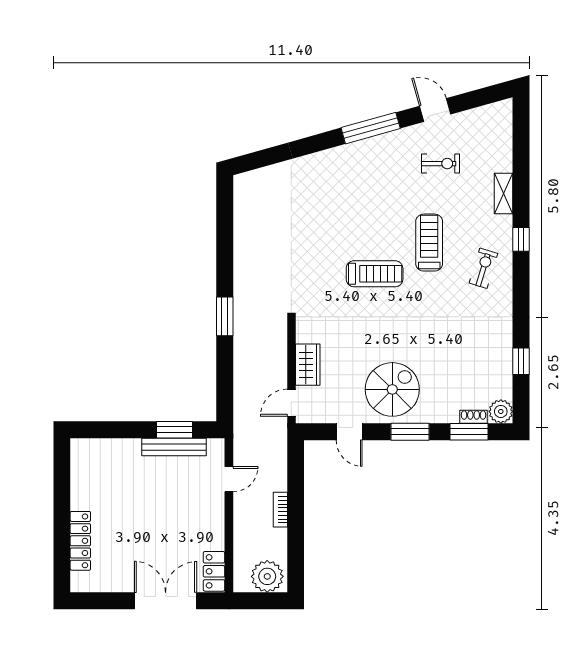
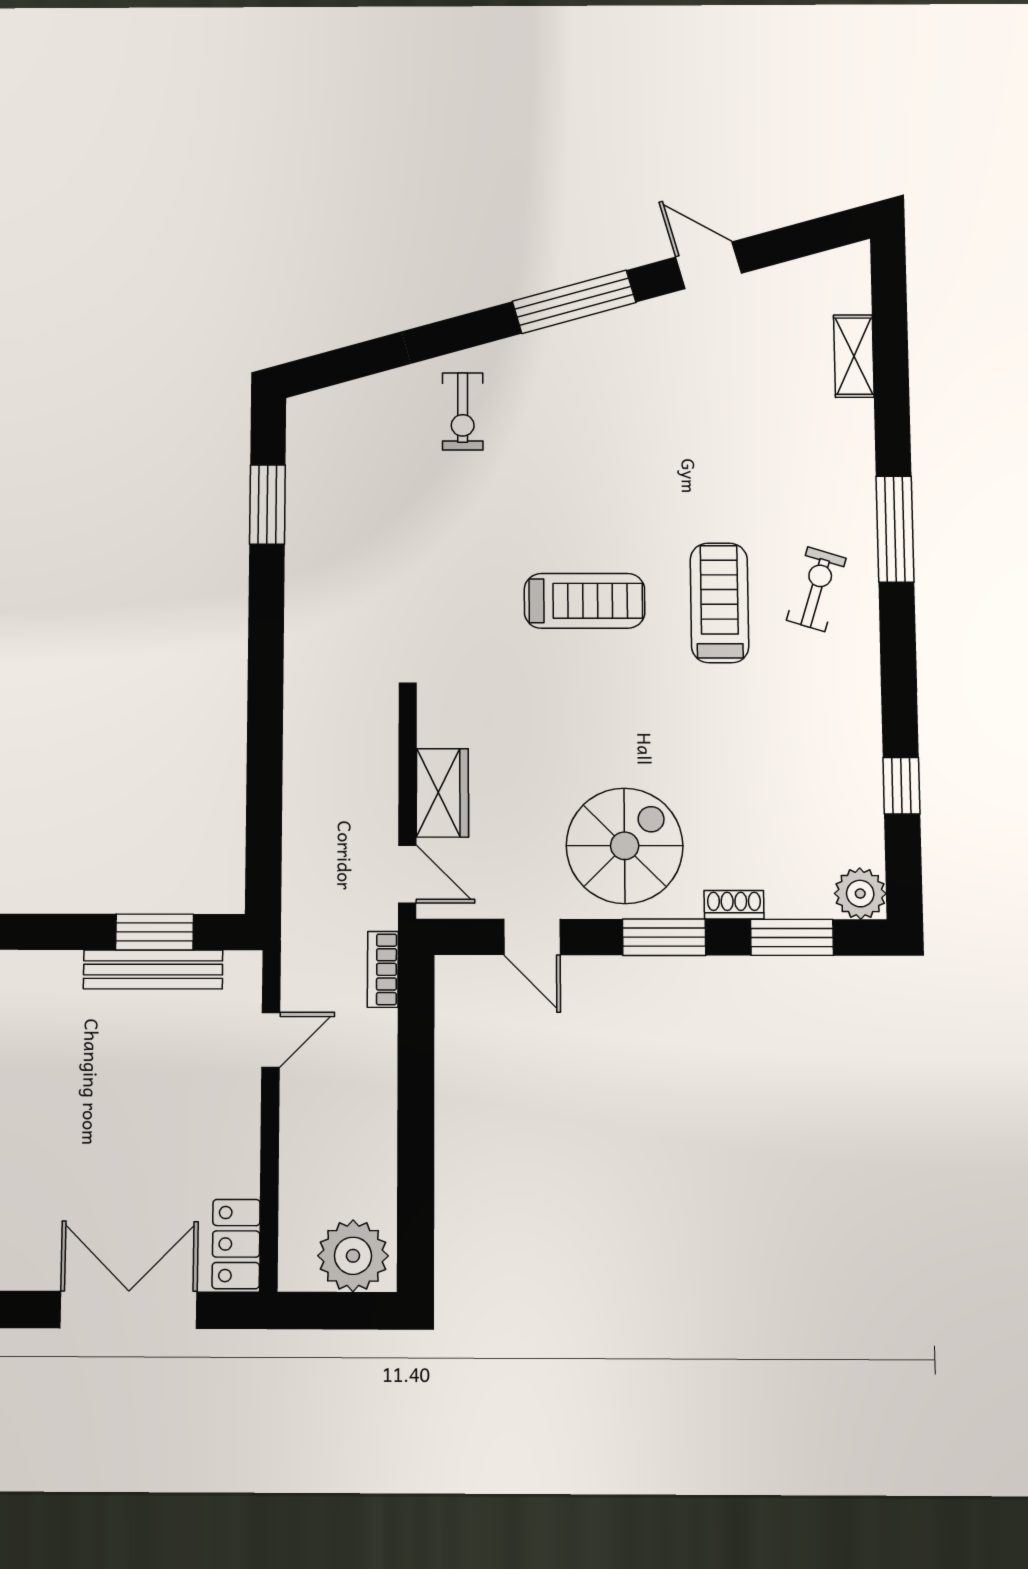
exercise bike: (440, 164) -> (463, 411), moved, turned 90
shelving: (504, 193) -> (854, 356), moved
window: (521, 239) -> (895, 529), width x2.17
treadmill: (429, 243) -> (719, 603), moved
window: (225, 316) -> (267, 505), moved
door: (291, 403) -> (407, 874), swing flipped
shoe rack: (474, 417) -> (734, 905), moved
bookcase: (280, 510) -> (383, 969), moved

